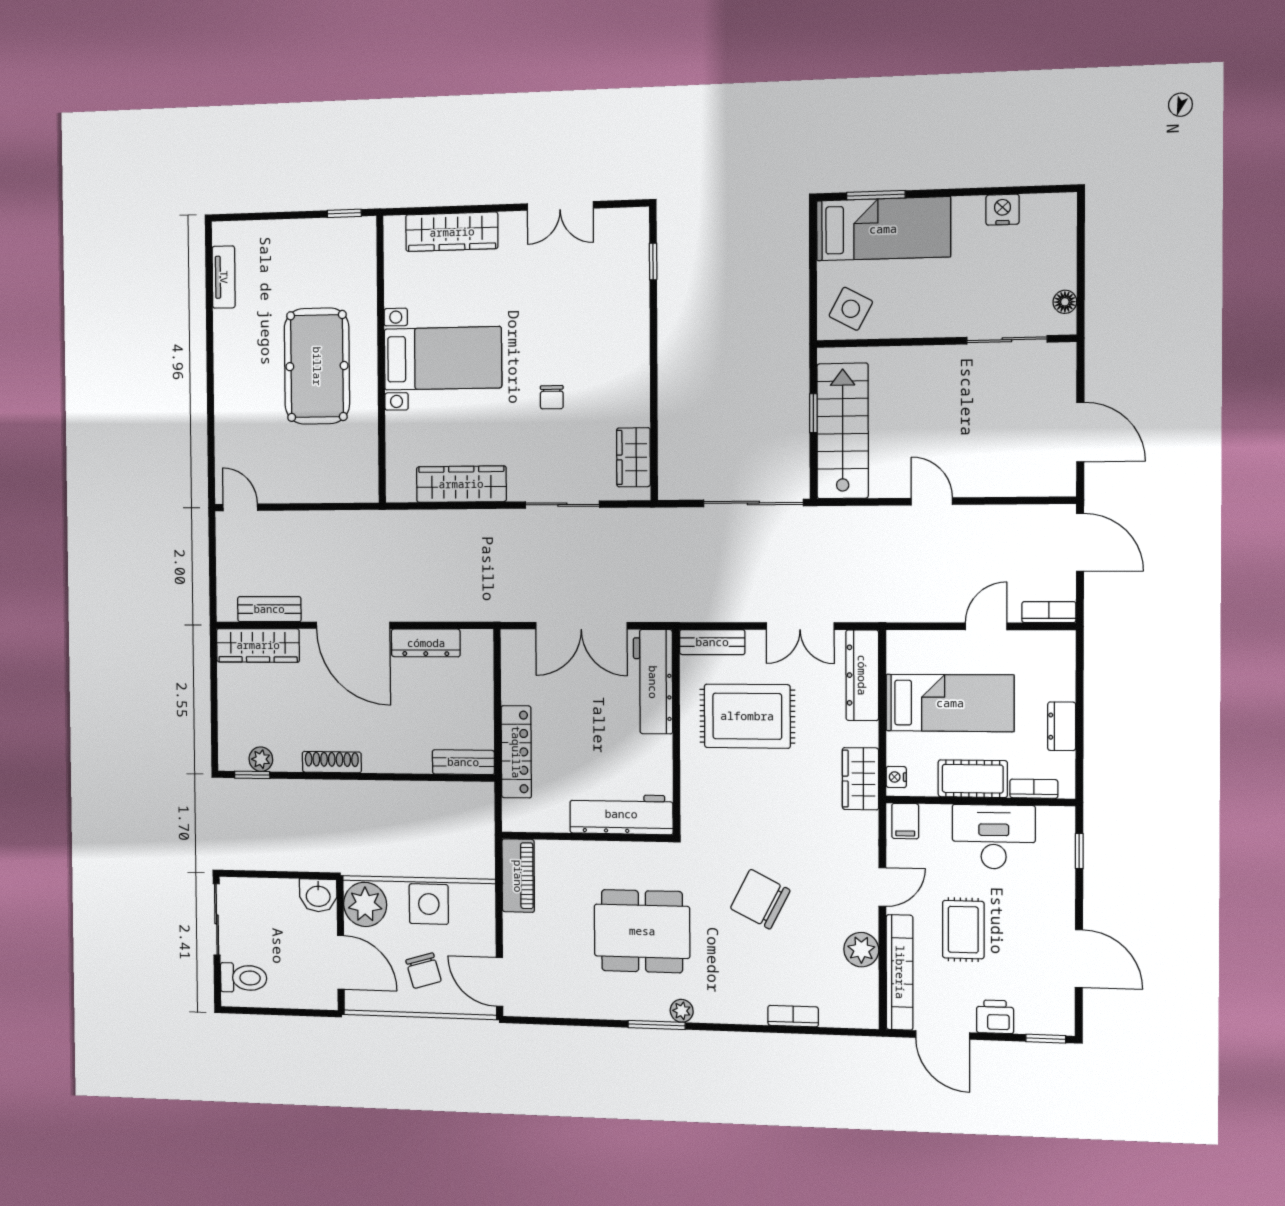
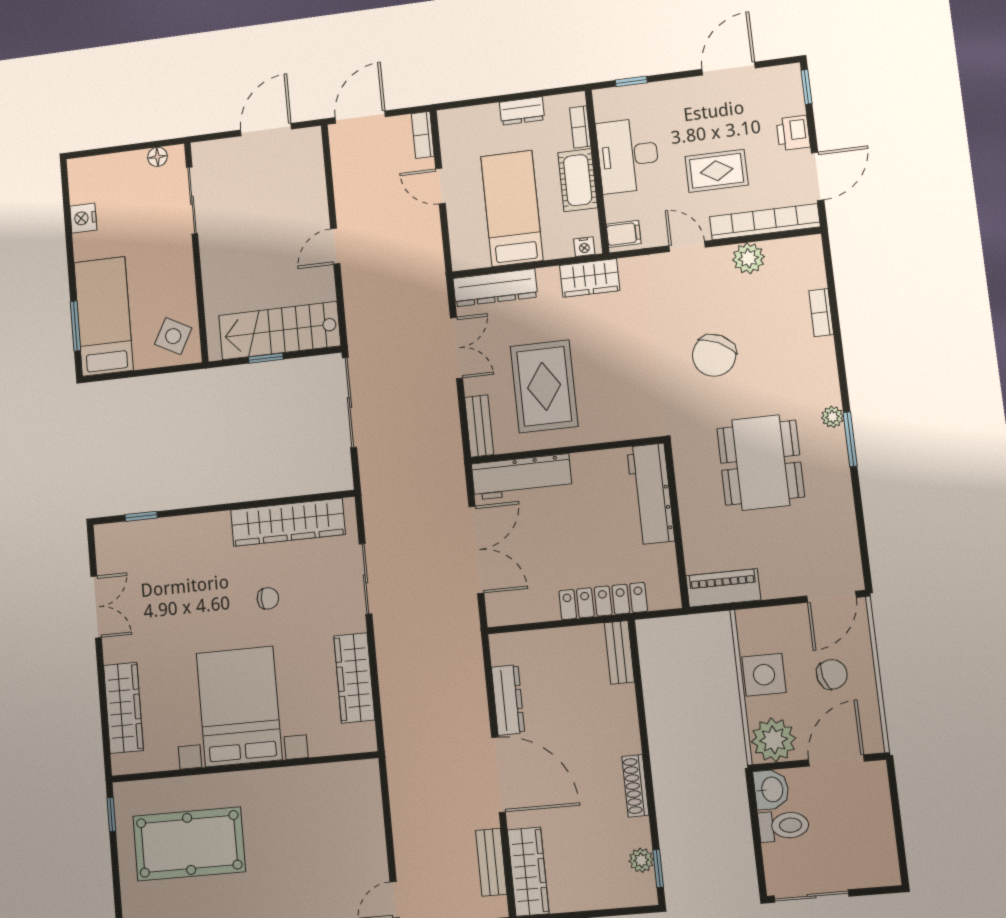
bed with nightstands: (443, 358) -> (239, 706), width x1.36
pool table: (317, 366) -> (189, 844), moved
wardrobe: (633, 457) -> (288, 522), width x2.10, depth x1.17
door: (353, 625) -> (499, 775), hinge flipped
toilet: (244, 978) -> (784, 826), moved, turned 90

